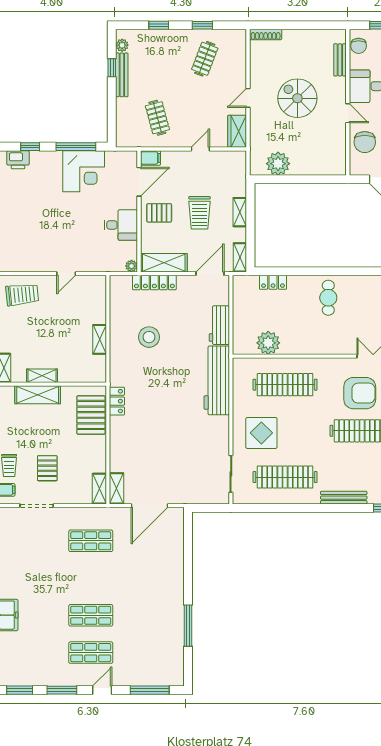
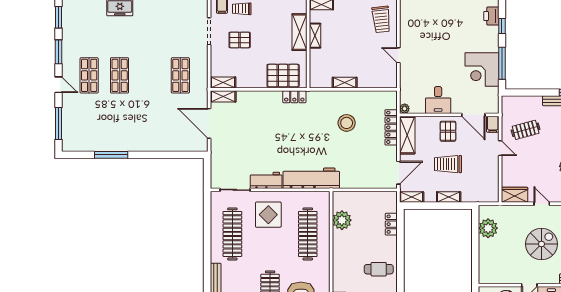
door: (200, 149) -> (500, 148), moved
door: (210, 274) -> (398, 173), hinge flipped
workbench: (219, 325) -> (266, 180), moved

